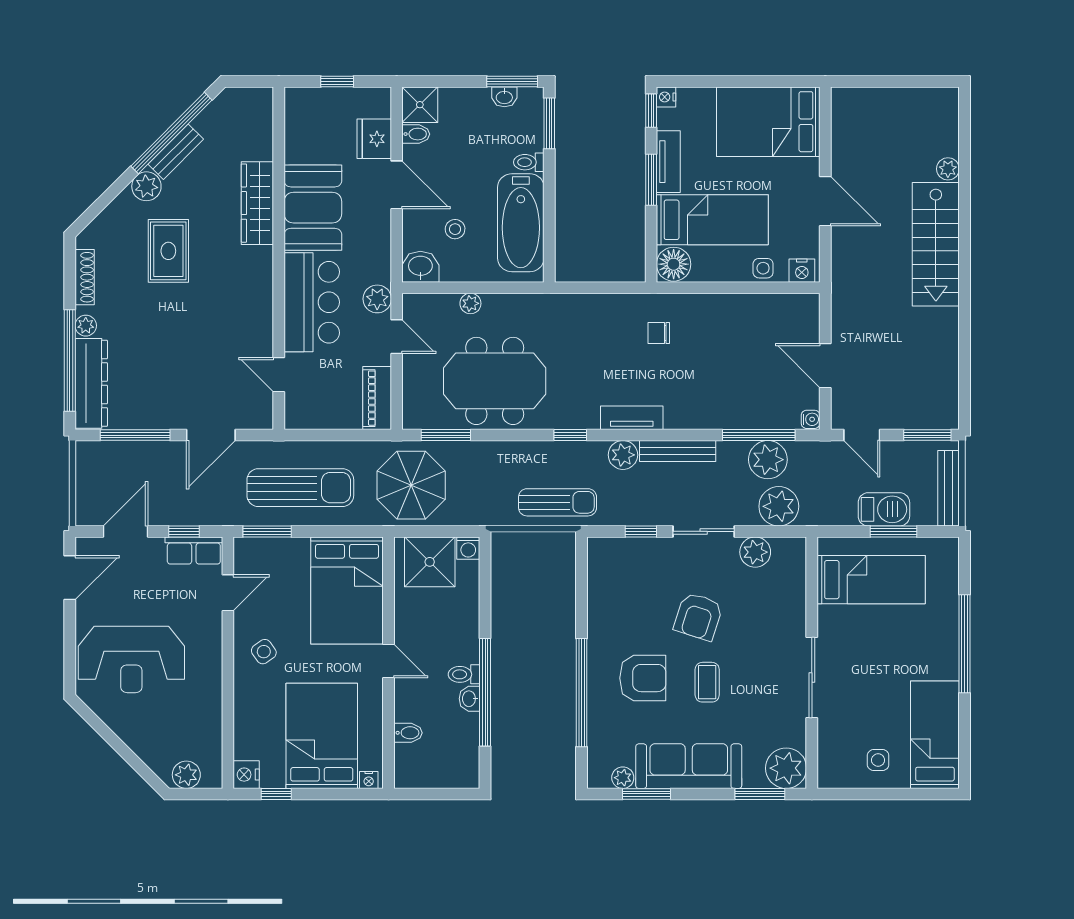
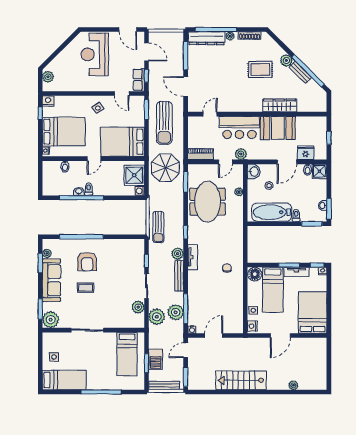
stairs: (936, 244) -> (241, 380), moved
armchair: (698, 617) -> (112, 284), removed

